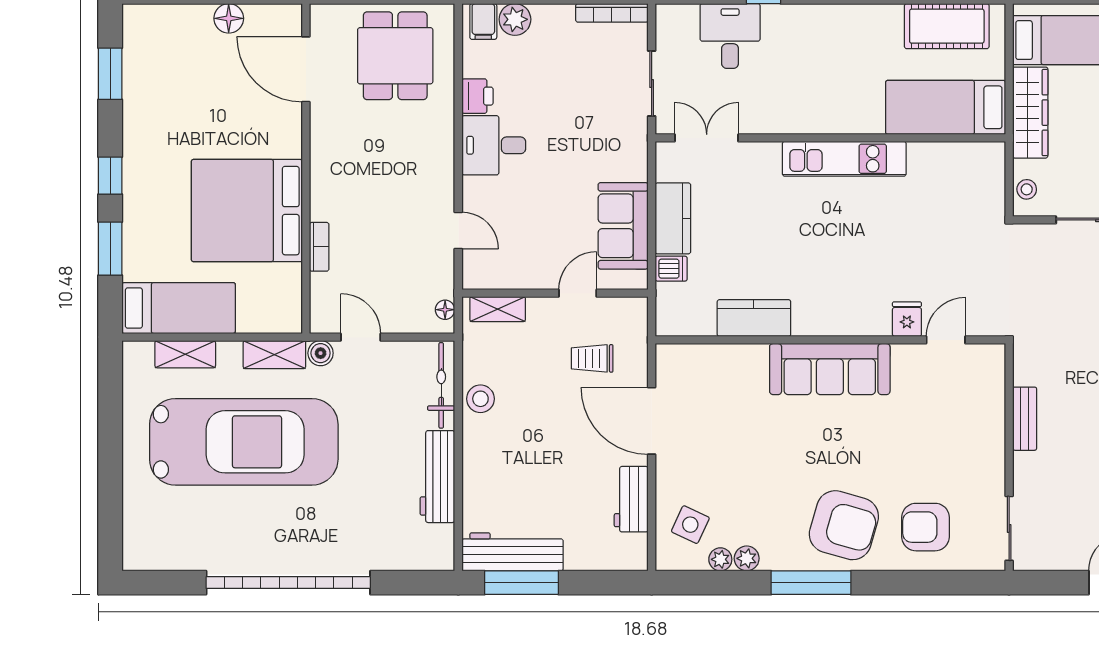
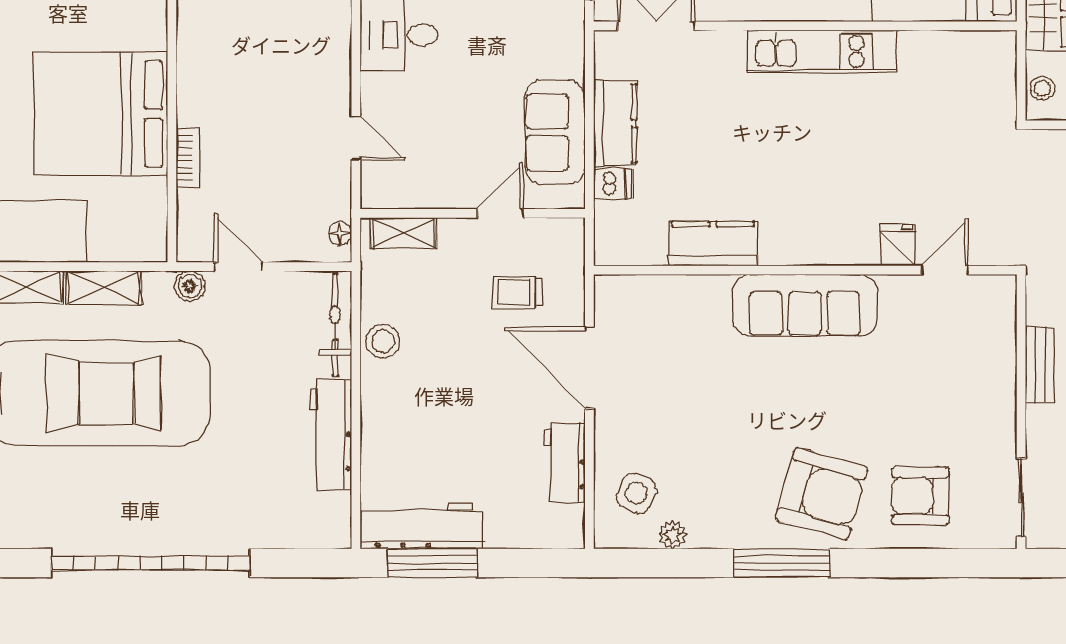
shelving: (274, 355) -> (103, 288), moved
plant: (747, 558) -> (704, 534), removed

